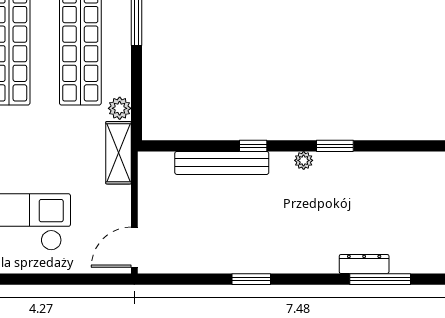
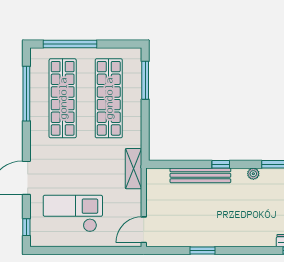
plant: (120, 108) -> (134, 140), removed
window: (251, 279) -> (203, 251), moved

